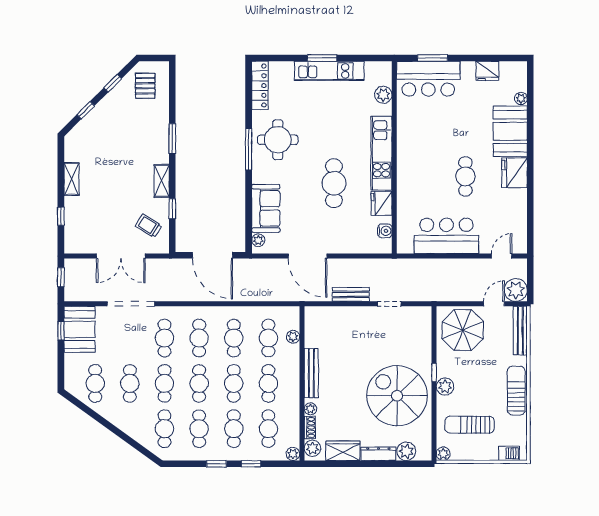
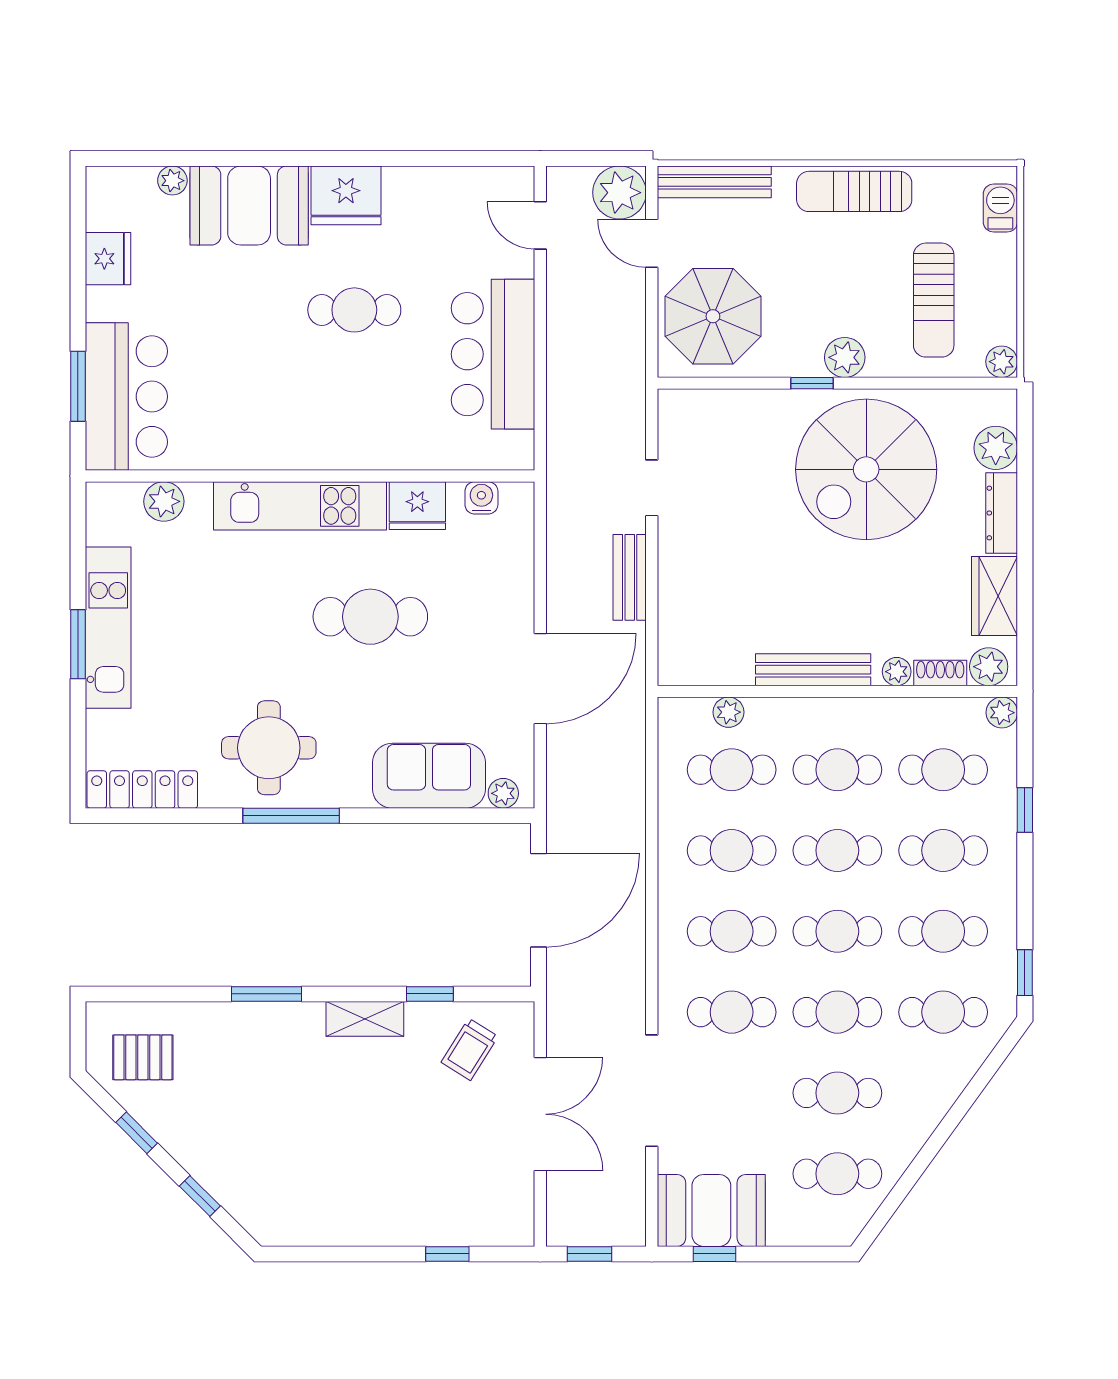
shelving: (71, 179) -> (360, 1229), removed
window: (216, 464) -> (1025, 973), moved

